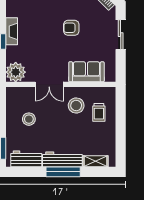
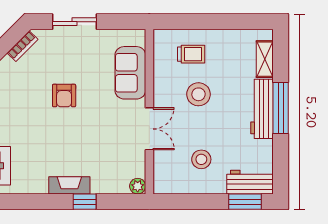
plant: (16, 72) -> (138, 186), width x0.53, depth x0.53
stool: (76, 105) -> (198, 94), moved
workbench: (26, 159) -> (250, 182), moved, turned 90

